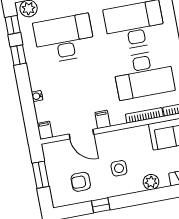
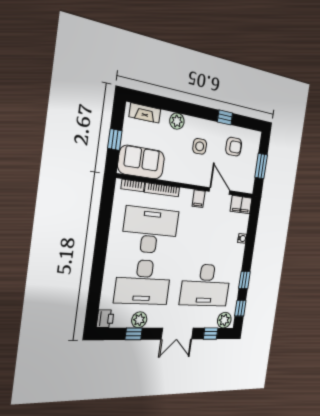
filing cabinet: (45, 130) -> (241, 205), width x2.00

